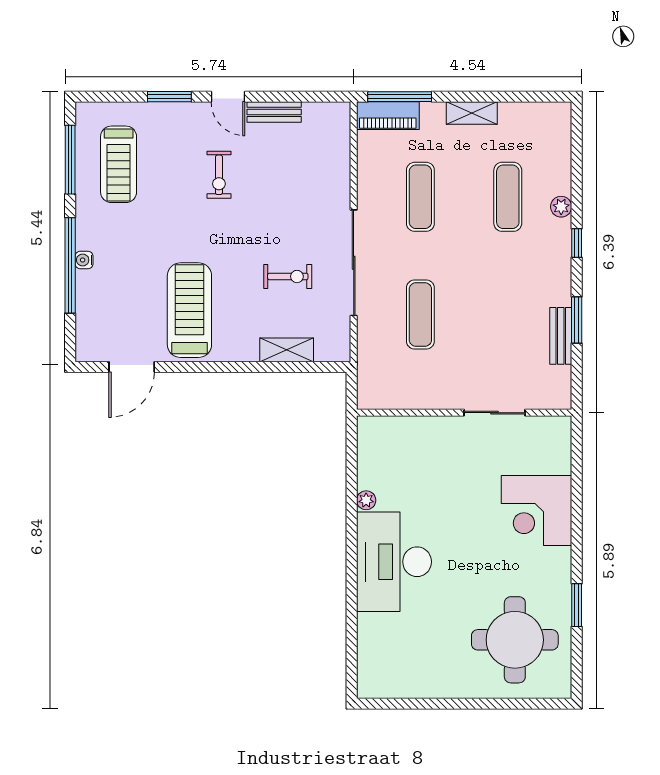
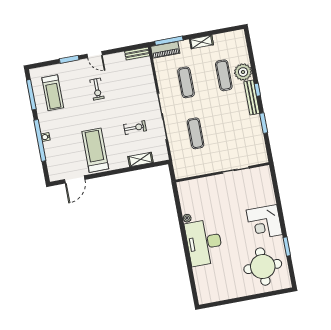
bench: (274, 112) -> (137, 53), moved
plant: (561, 207) -> (243, 72), width x1.88, depth x1.88
bench: (561, 336) -> (252, 98), moved, width x1.36
corner desk: (537, 511) -> (264, 222), moved

